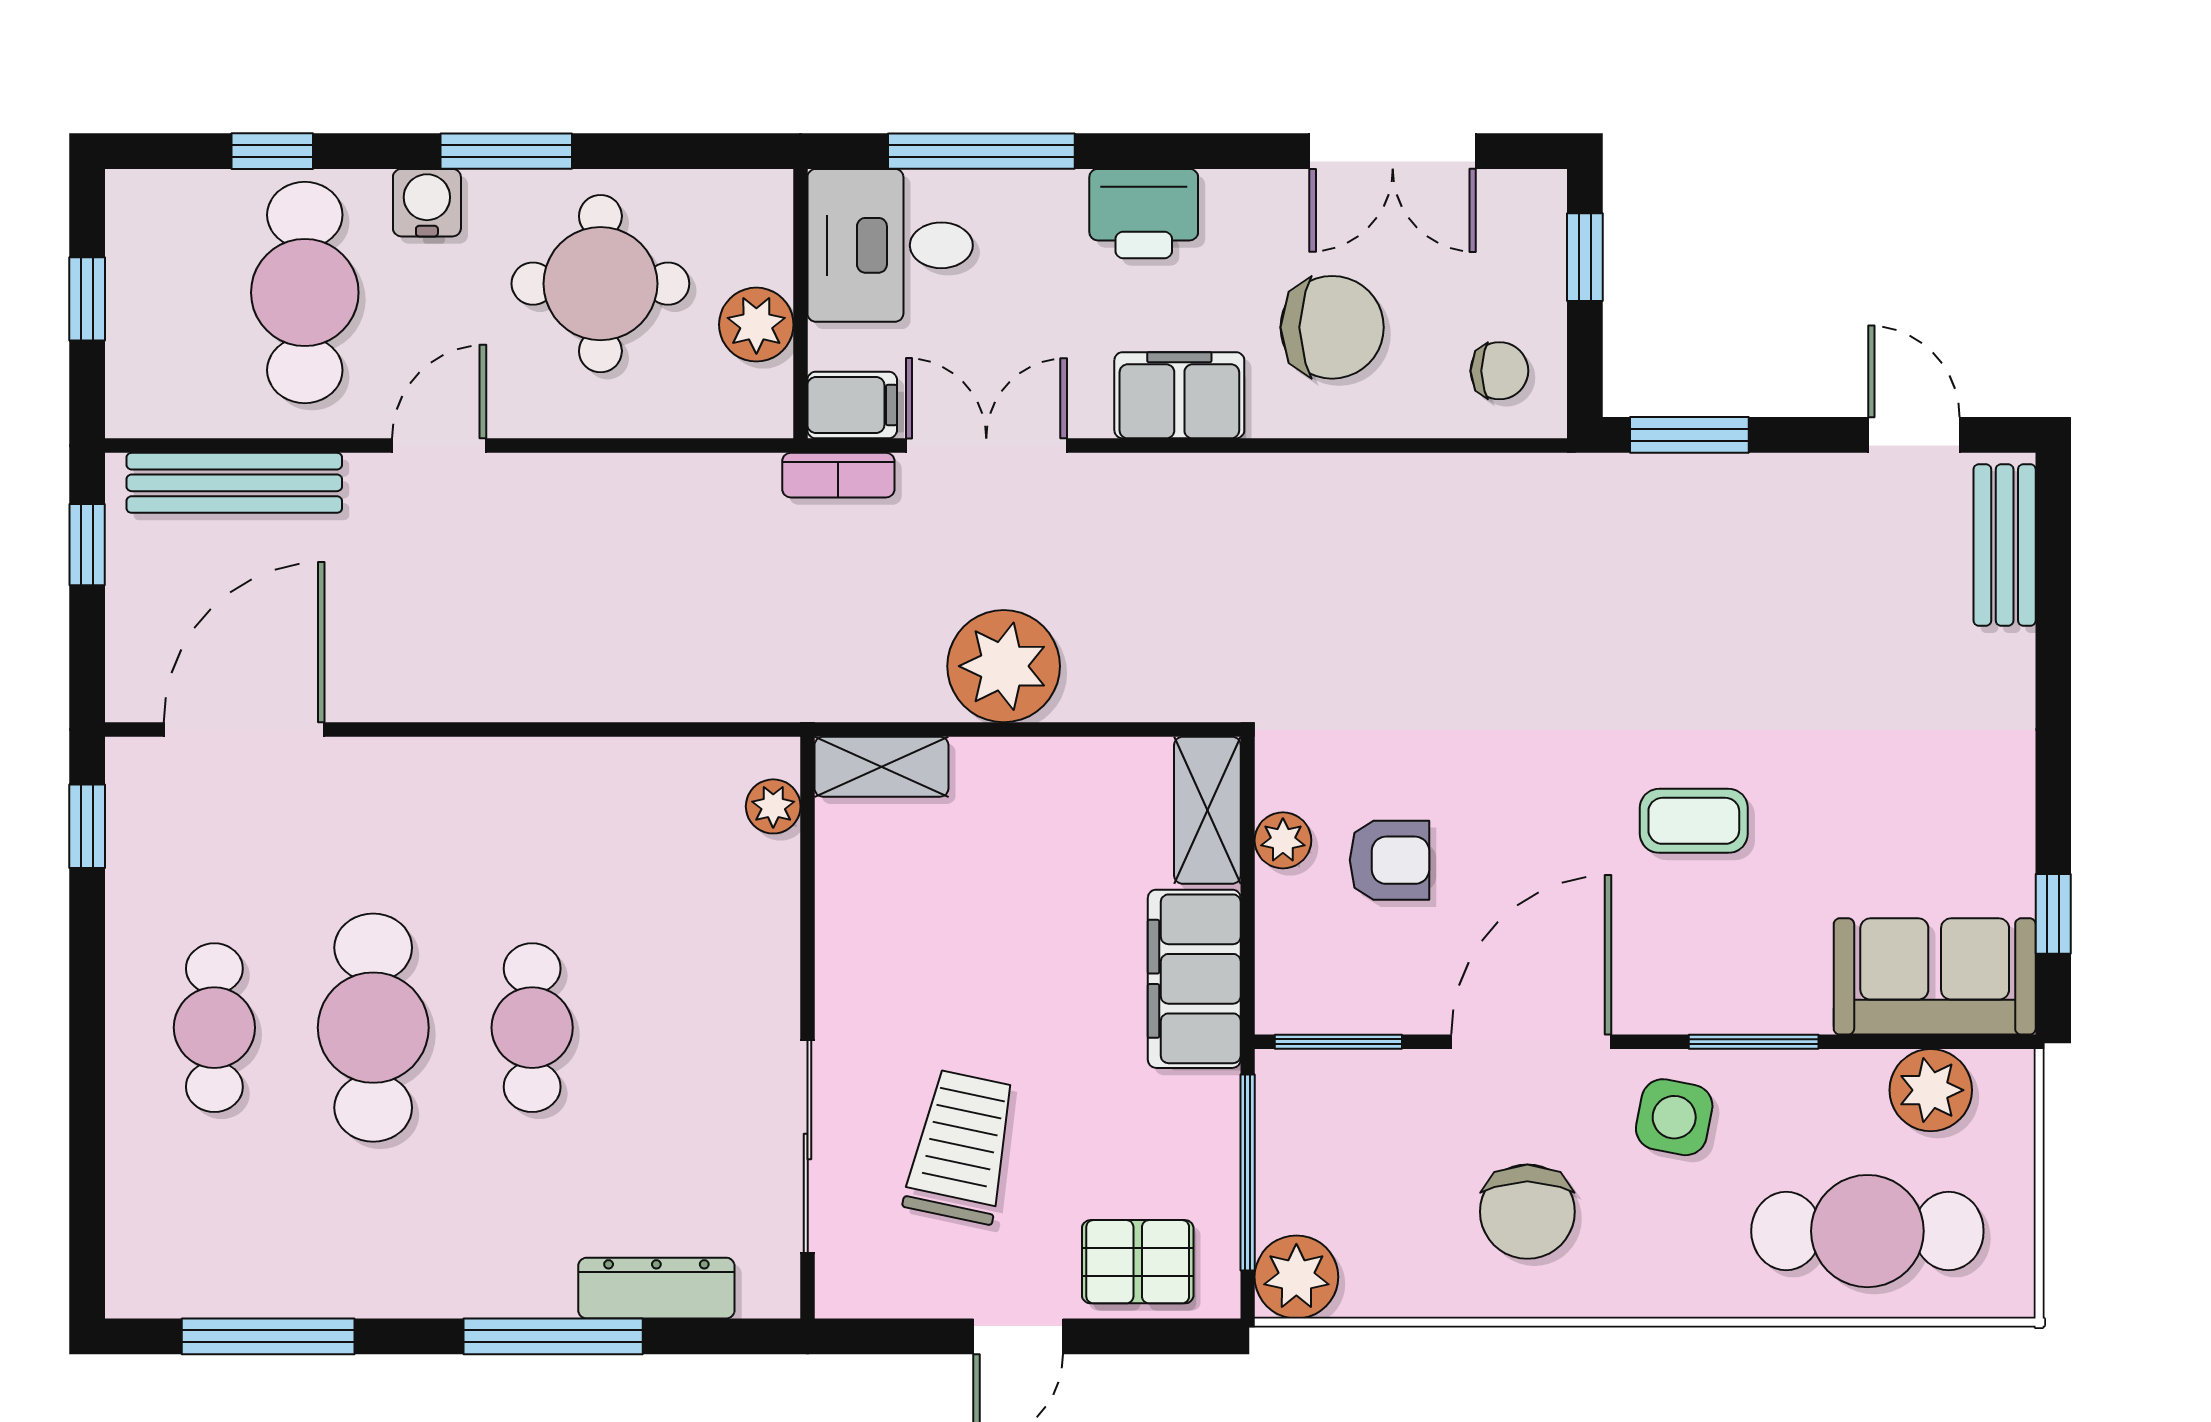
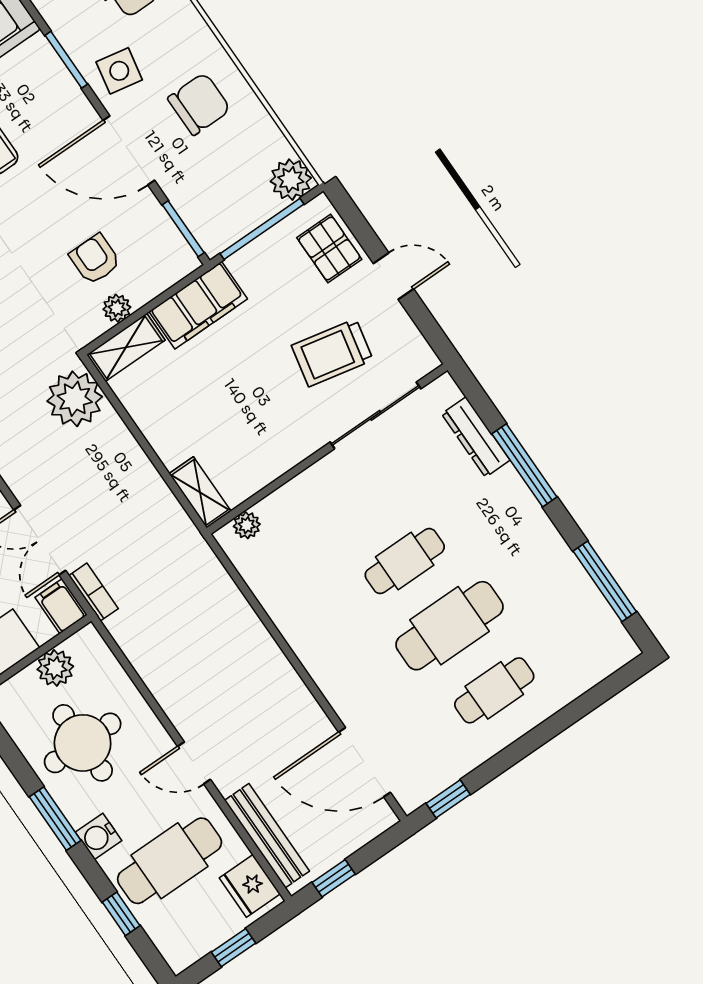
fridge: (171, 397) -> (250, 886), added
plant: (1004, 666) -> (75, 399), moved

